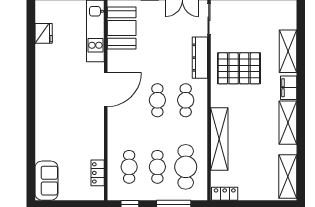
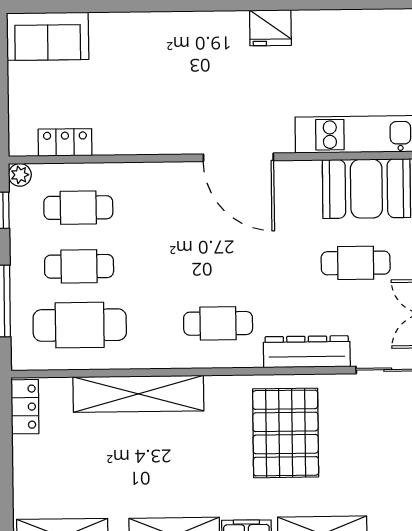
fridge: (44, 33) -> (270, 28), moved
cafe table: (157, 100) -> (356, 263), moved
plant: (113, 195) -> (20, 175), added

